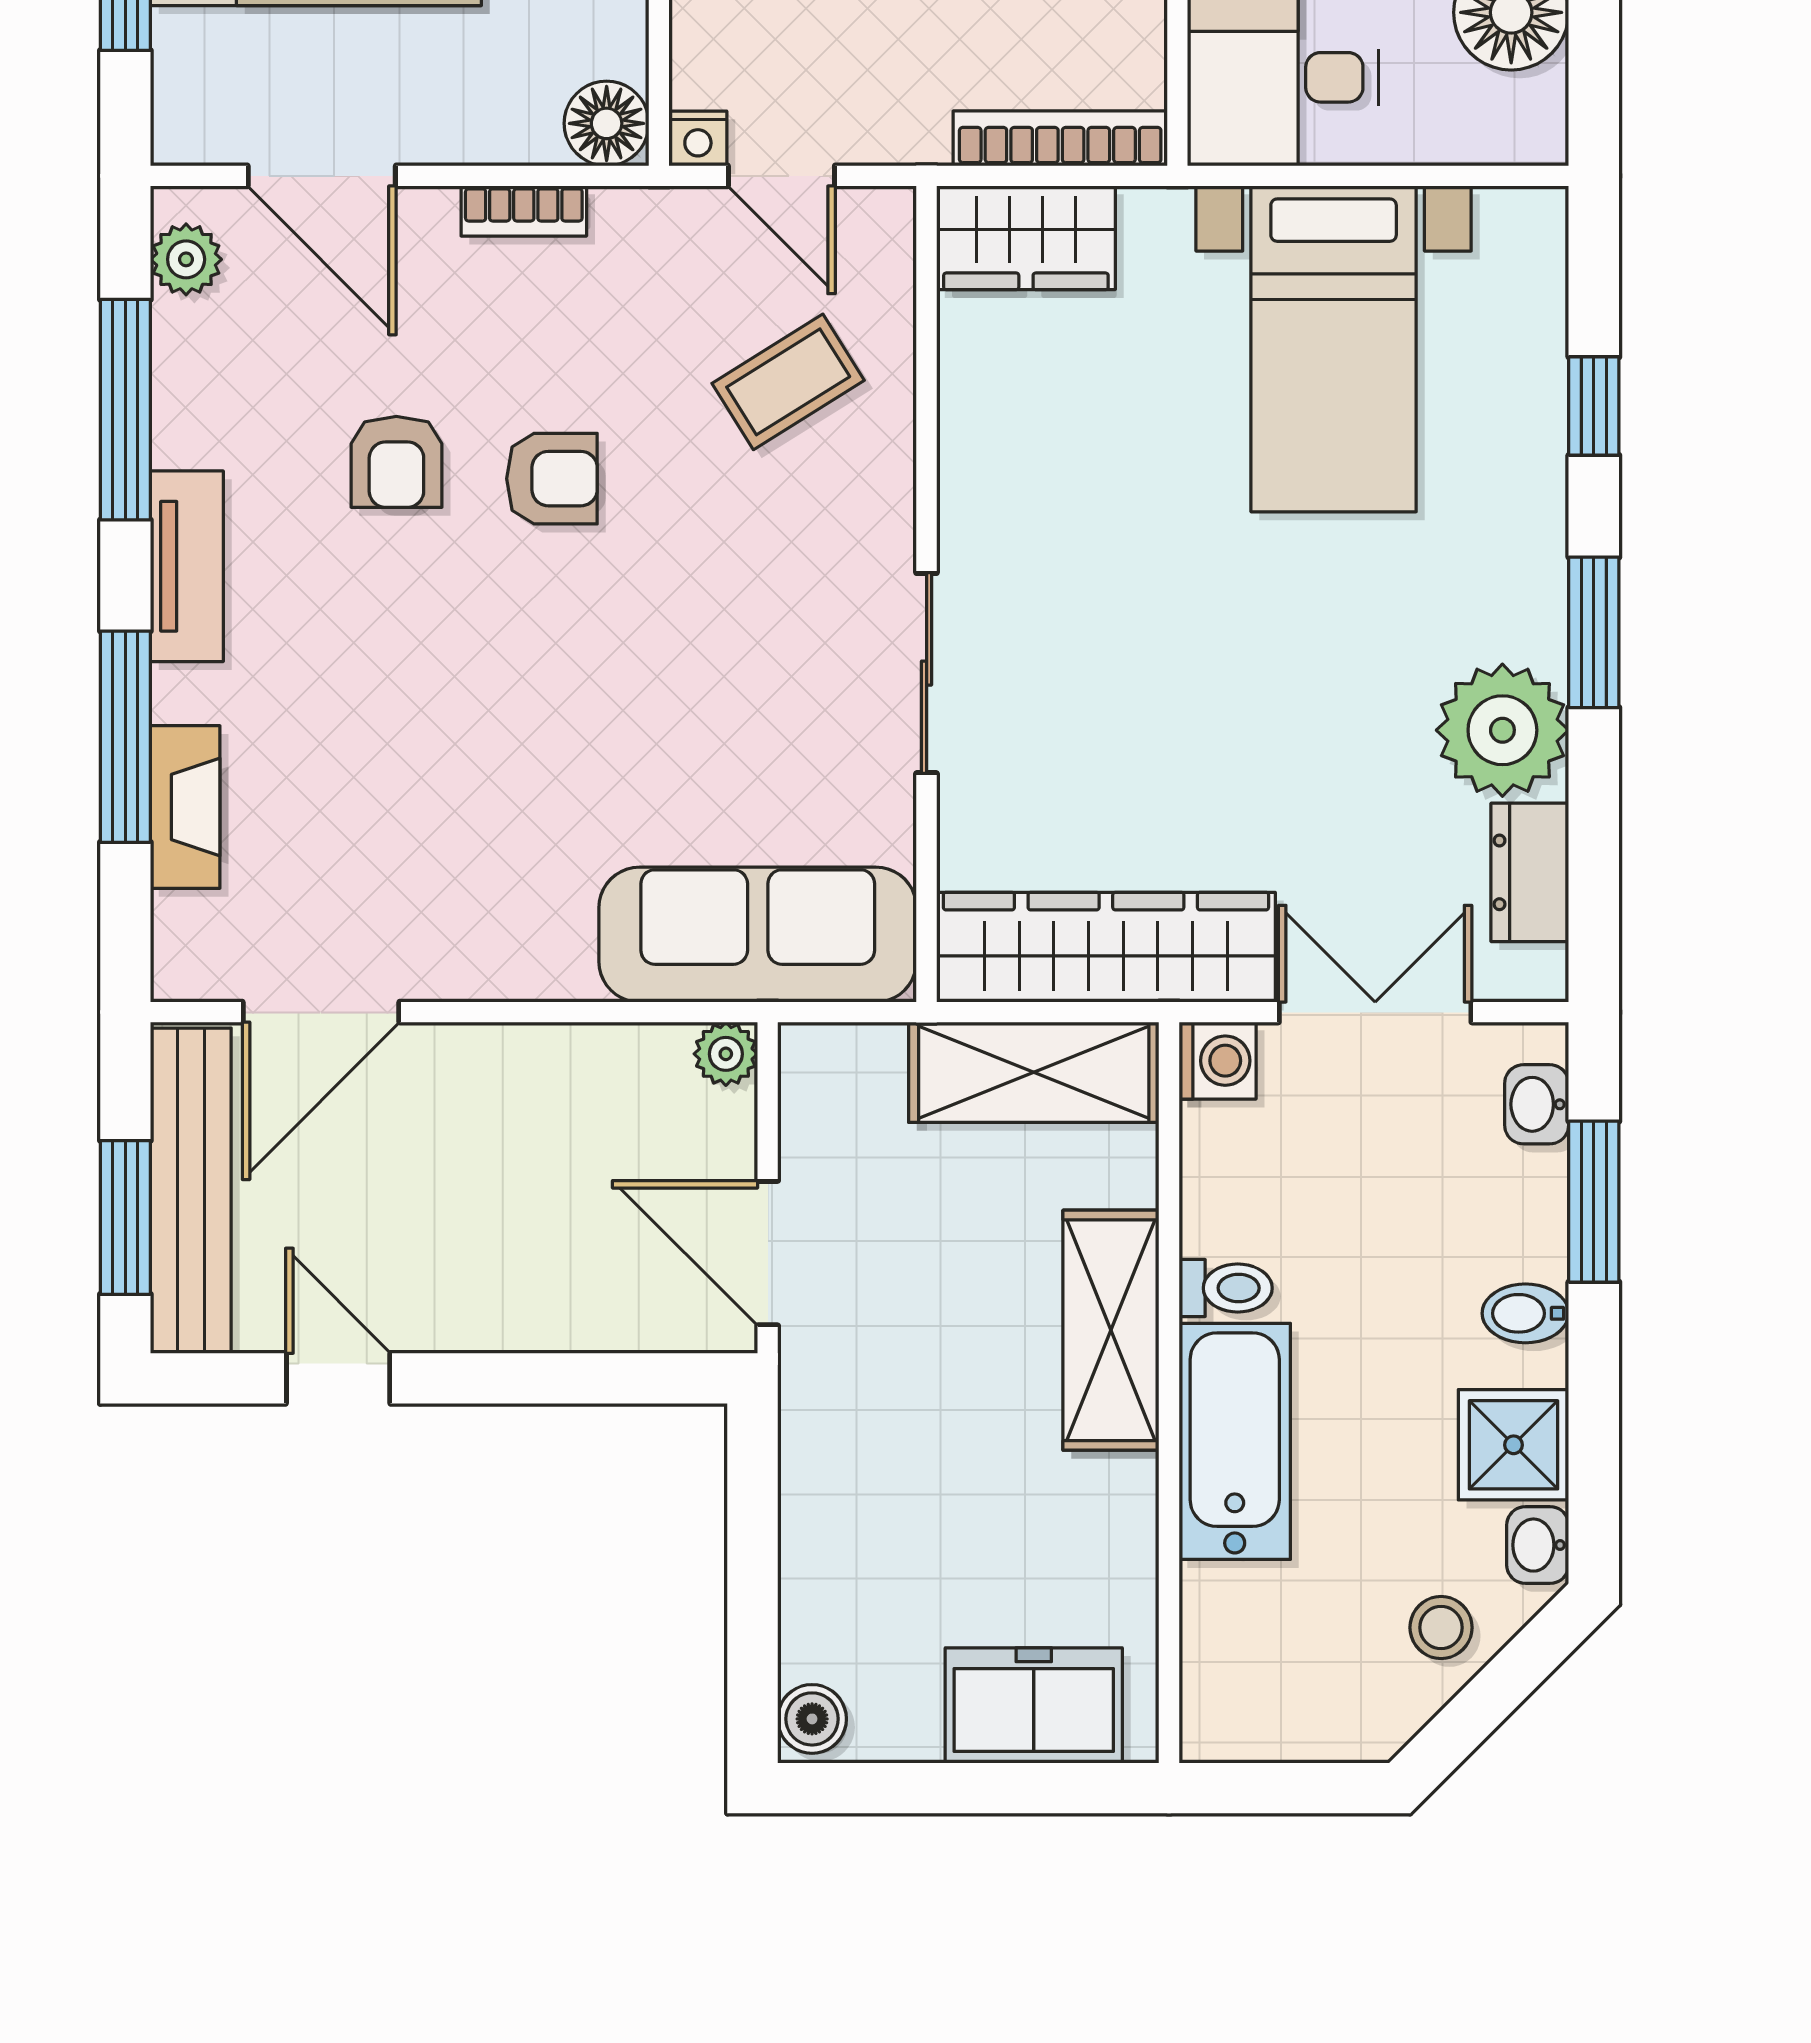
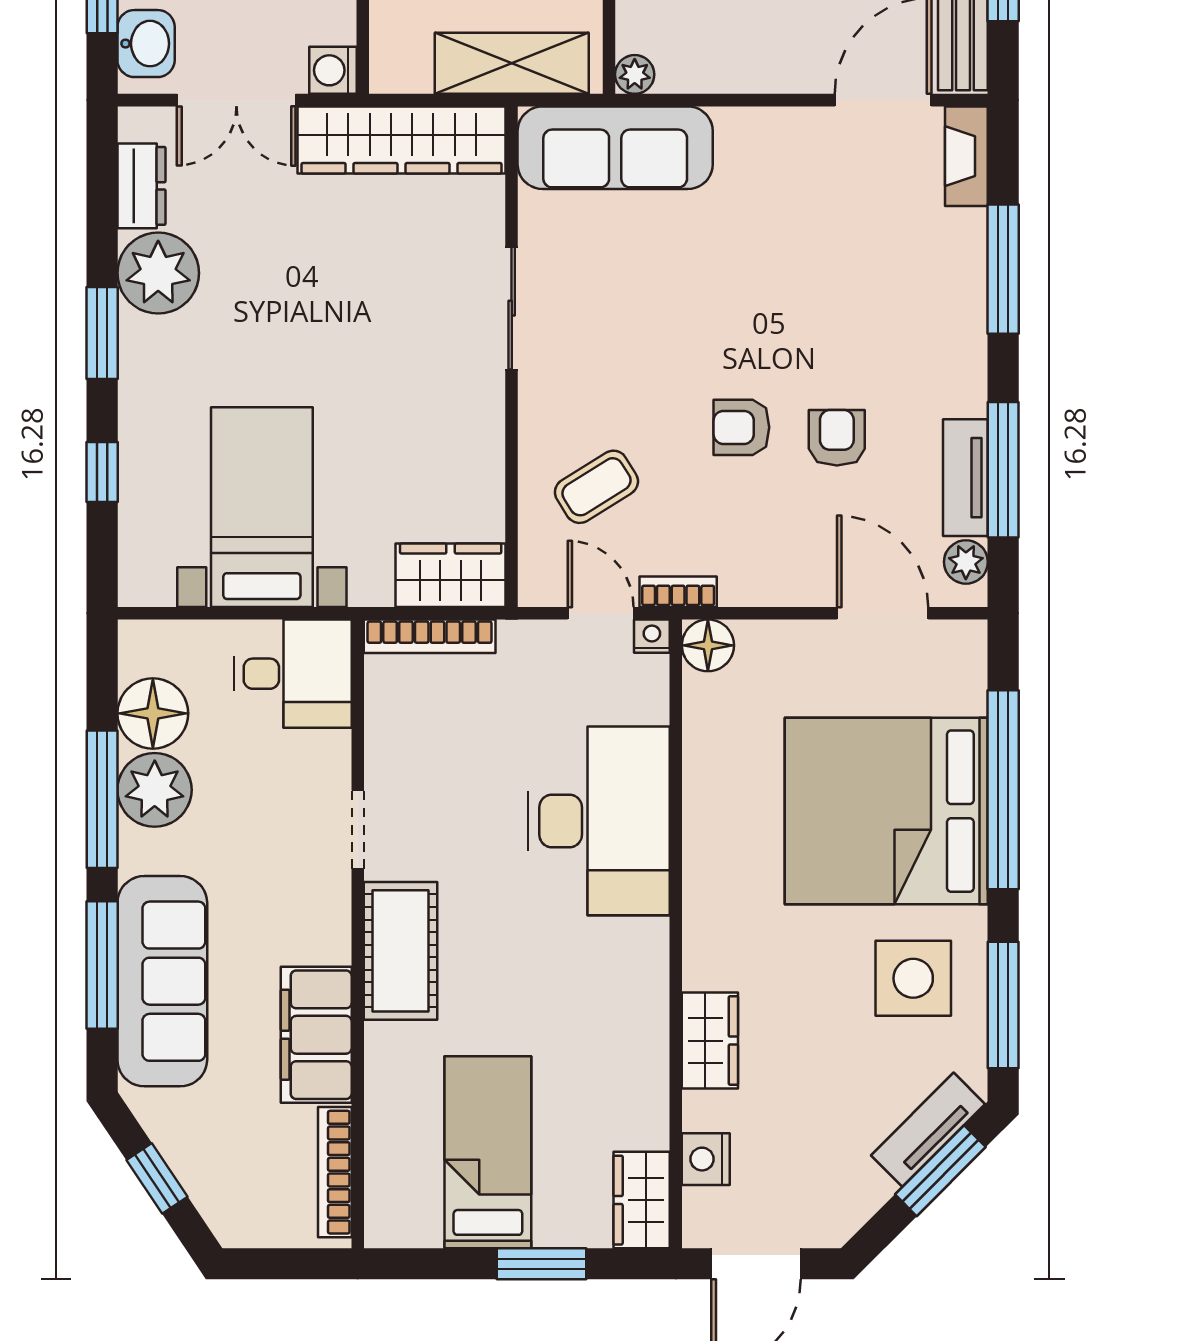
bookcase: (524, 211) -> (678, 592), moved
tv unit: (187, 566) -> (965, 478), moved
fireplace: (185, 807) -> (966, 156), moved
shelving: (1034, 1072) -> (512, 63), moved
washbasin: (1537, 1104) -> (146, 44), width x1.38, depth x1.45

